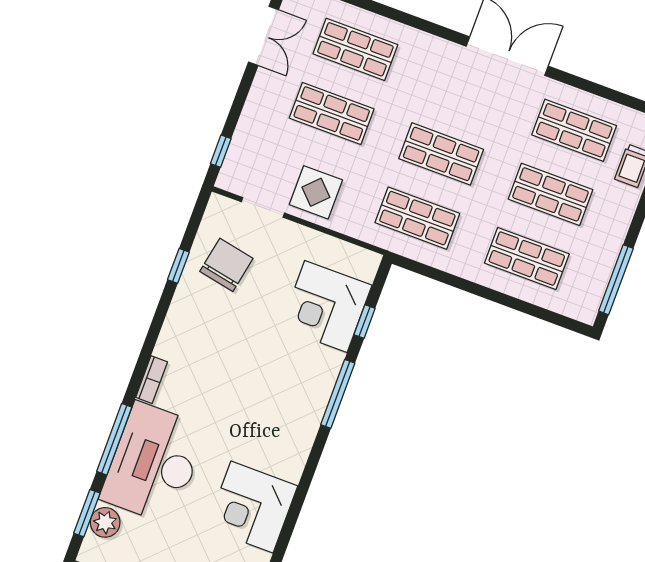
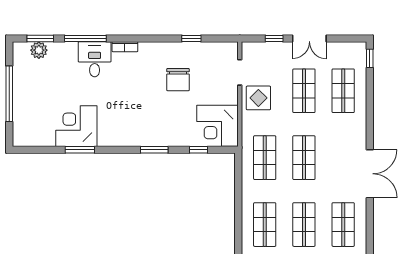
double door: (263, 36) -> (309, 39), moved
window: (221, 151) -> (274, 39), moved
chair: (226, 265) -> (178, 80), moved, turned 79
corner desk: (326, 306) -> (218, 126), moved, turned -90
window: (338, 394) -> (154, 150), width x0.69
desk: (154, 463) -> (95, 59), width x0.53, depth x0.77
window: (293, 515) -> (80, 150), added

